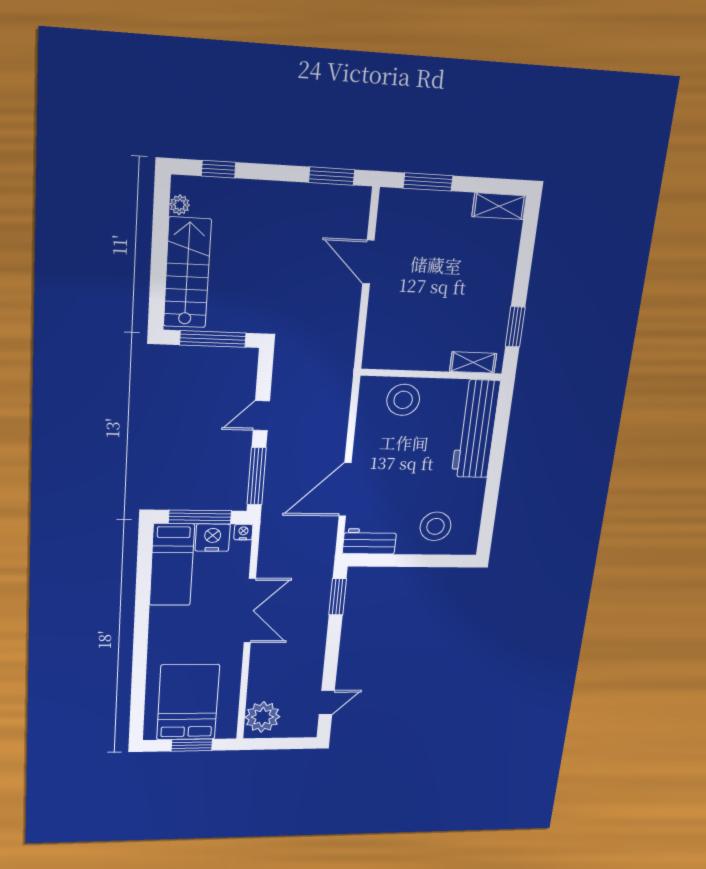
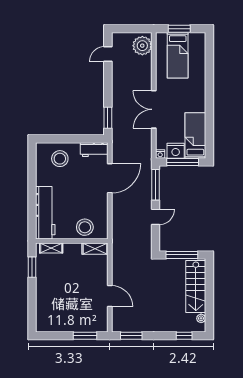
shelving: (499, 206) -> (95, 249), moved
bed: (188, 702) -> (178, 55), width x0.67

